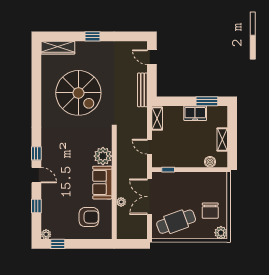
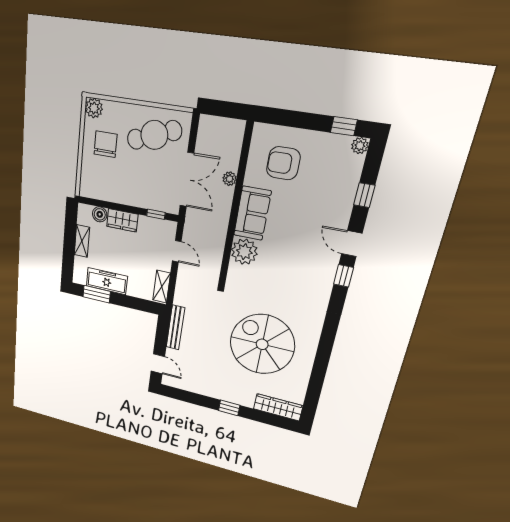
freezer: (195, 113) -> (107, 281), width x1.40
wardrobe: (192, 161) -> (122, 220), added

